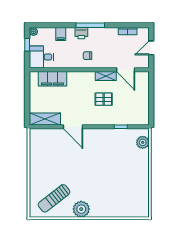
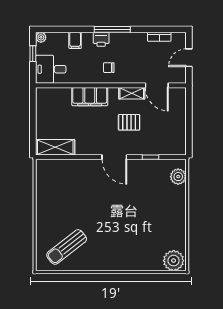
filing cabinet: (52, 79) -> (90, 97), moved
door: (73, 127) -> (114, 157), moved
plant: (81, 209) -> (174, 261), moved

